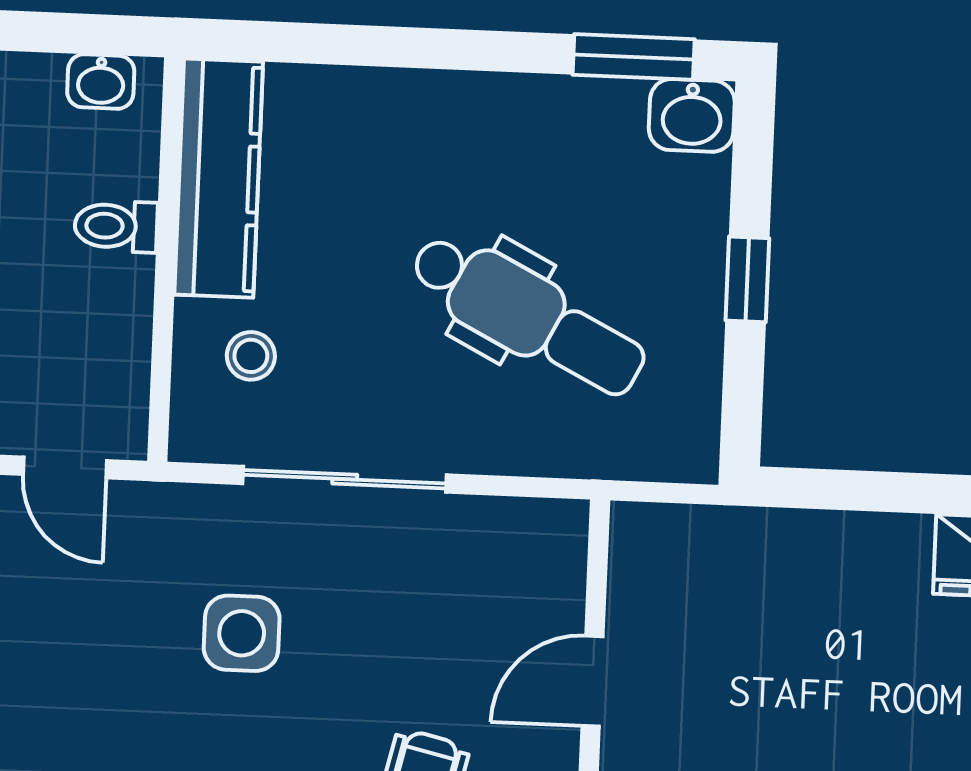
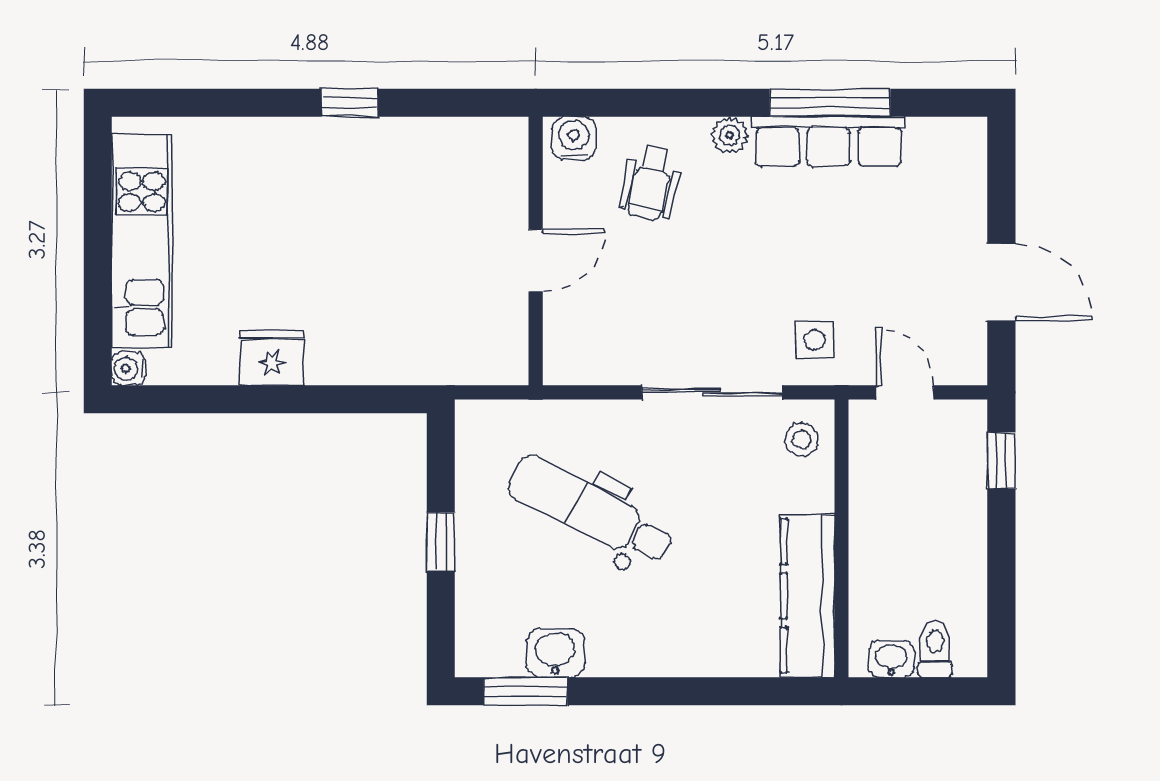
washbasin: (692, 115) -> (555, 653), moved
toilet: (116, 226) -> (935, 649), moved, turned -90
stool: (251, 356) -> (802, 440), moved
side table: (242, 633) -> (814, 340), moved, width x0.73, depth x0.73

